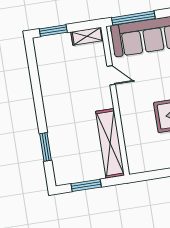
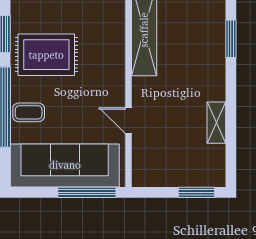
shelving: (87, 36) -> (216, 123), moved, turned 90

